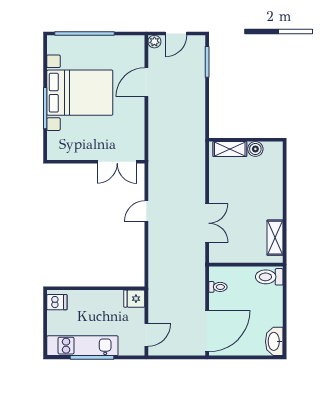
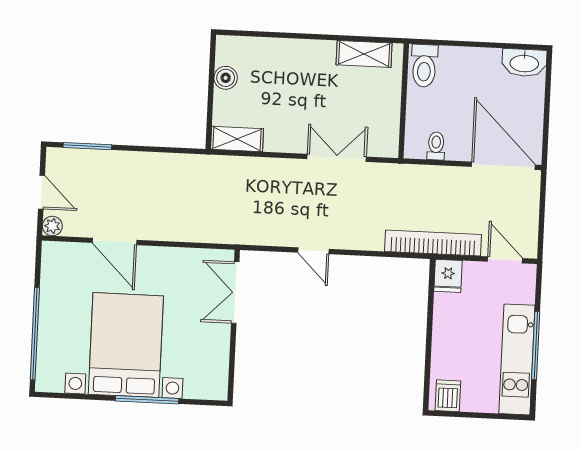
shelving: (230, 149) -> (237, 139), moved, turned 90
double door: (117, 162) -> (235, 293), swing flipped
bookcase: (155, 288) -> (433, 243), added

